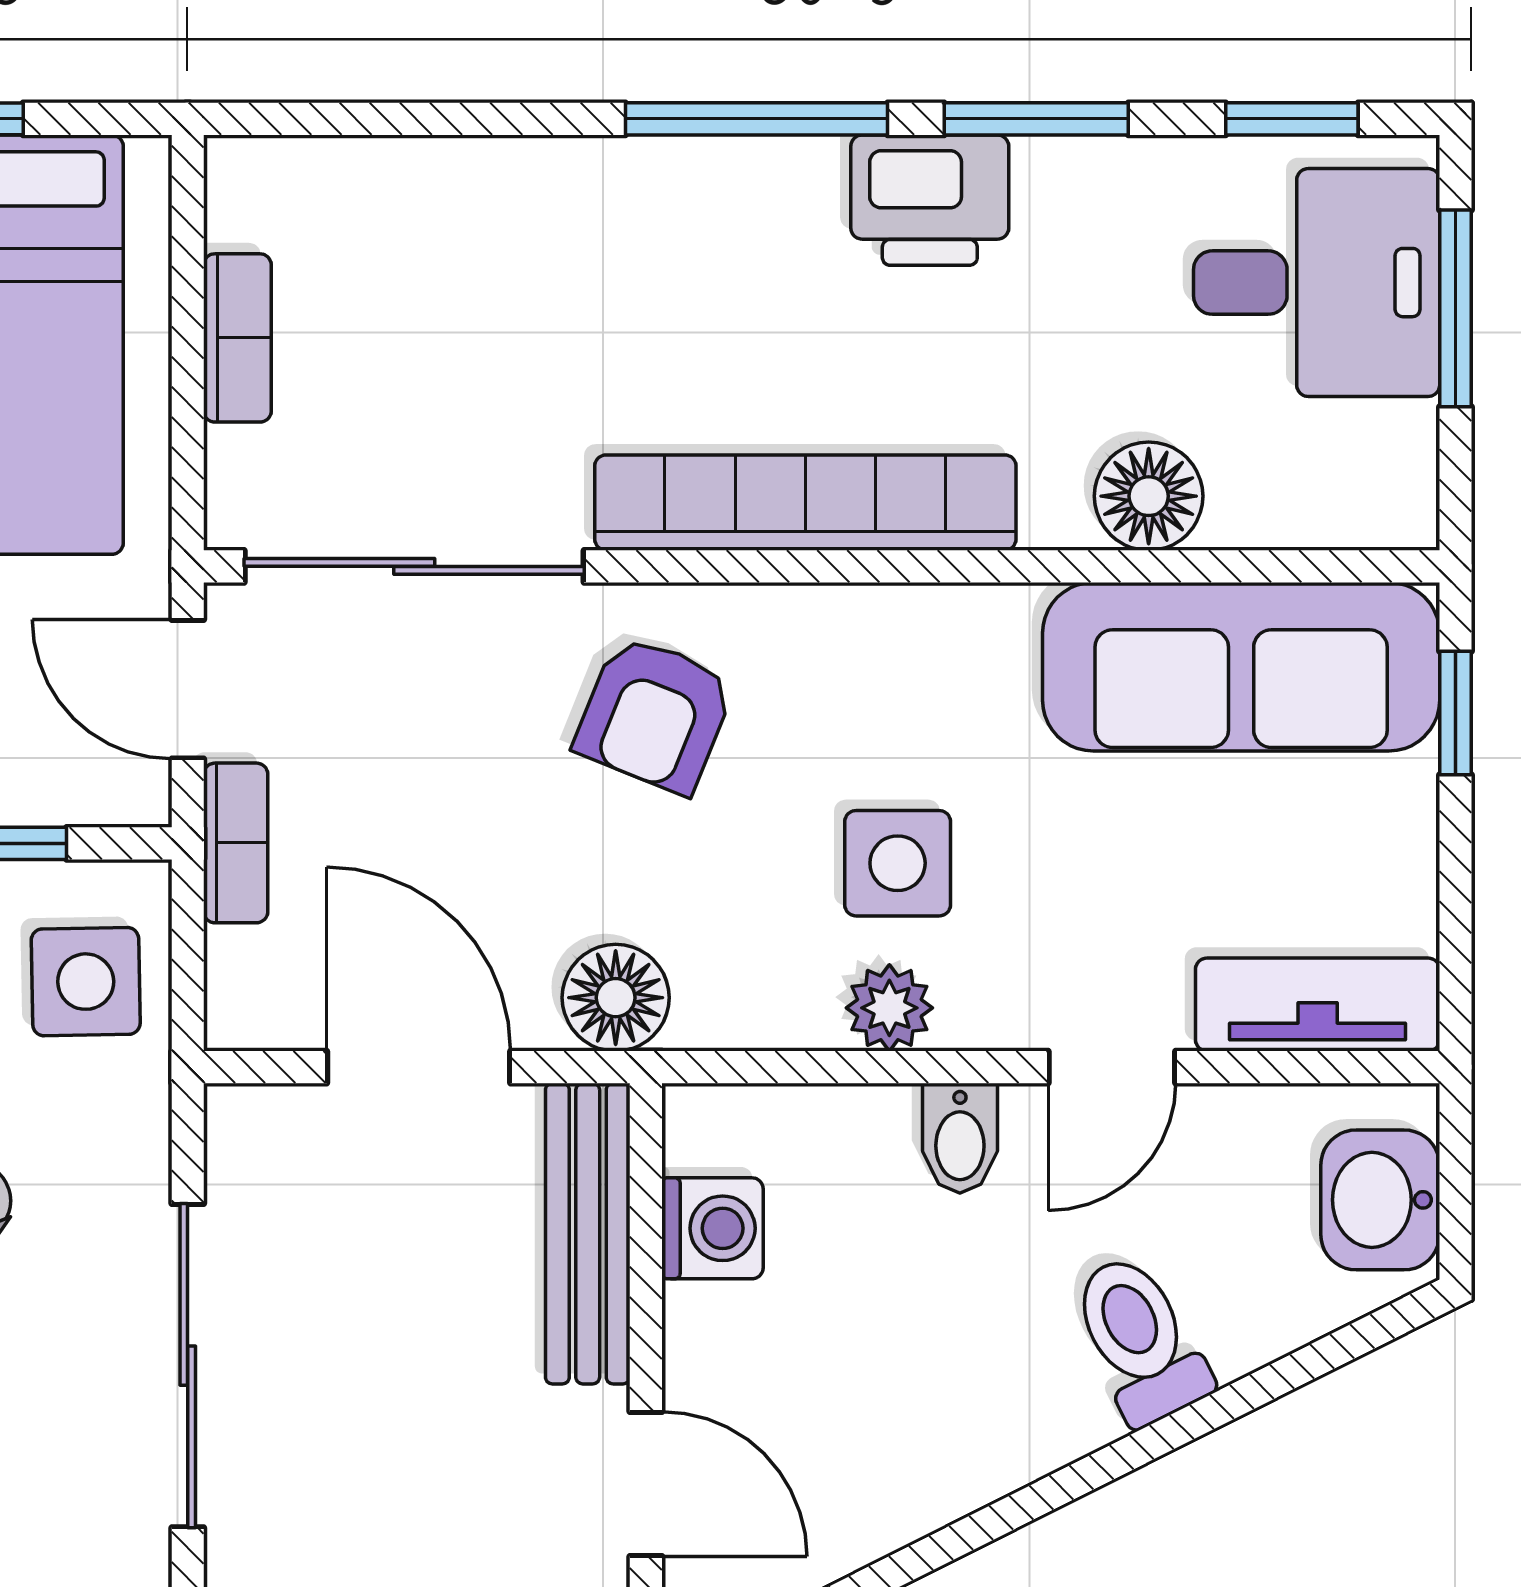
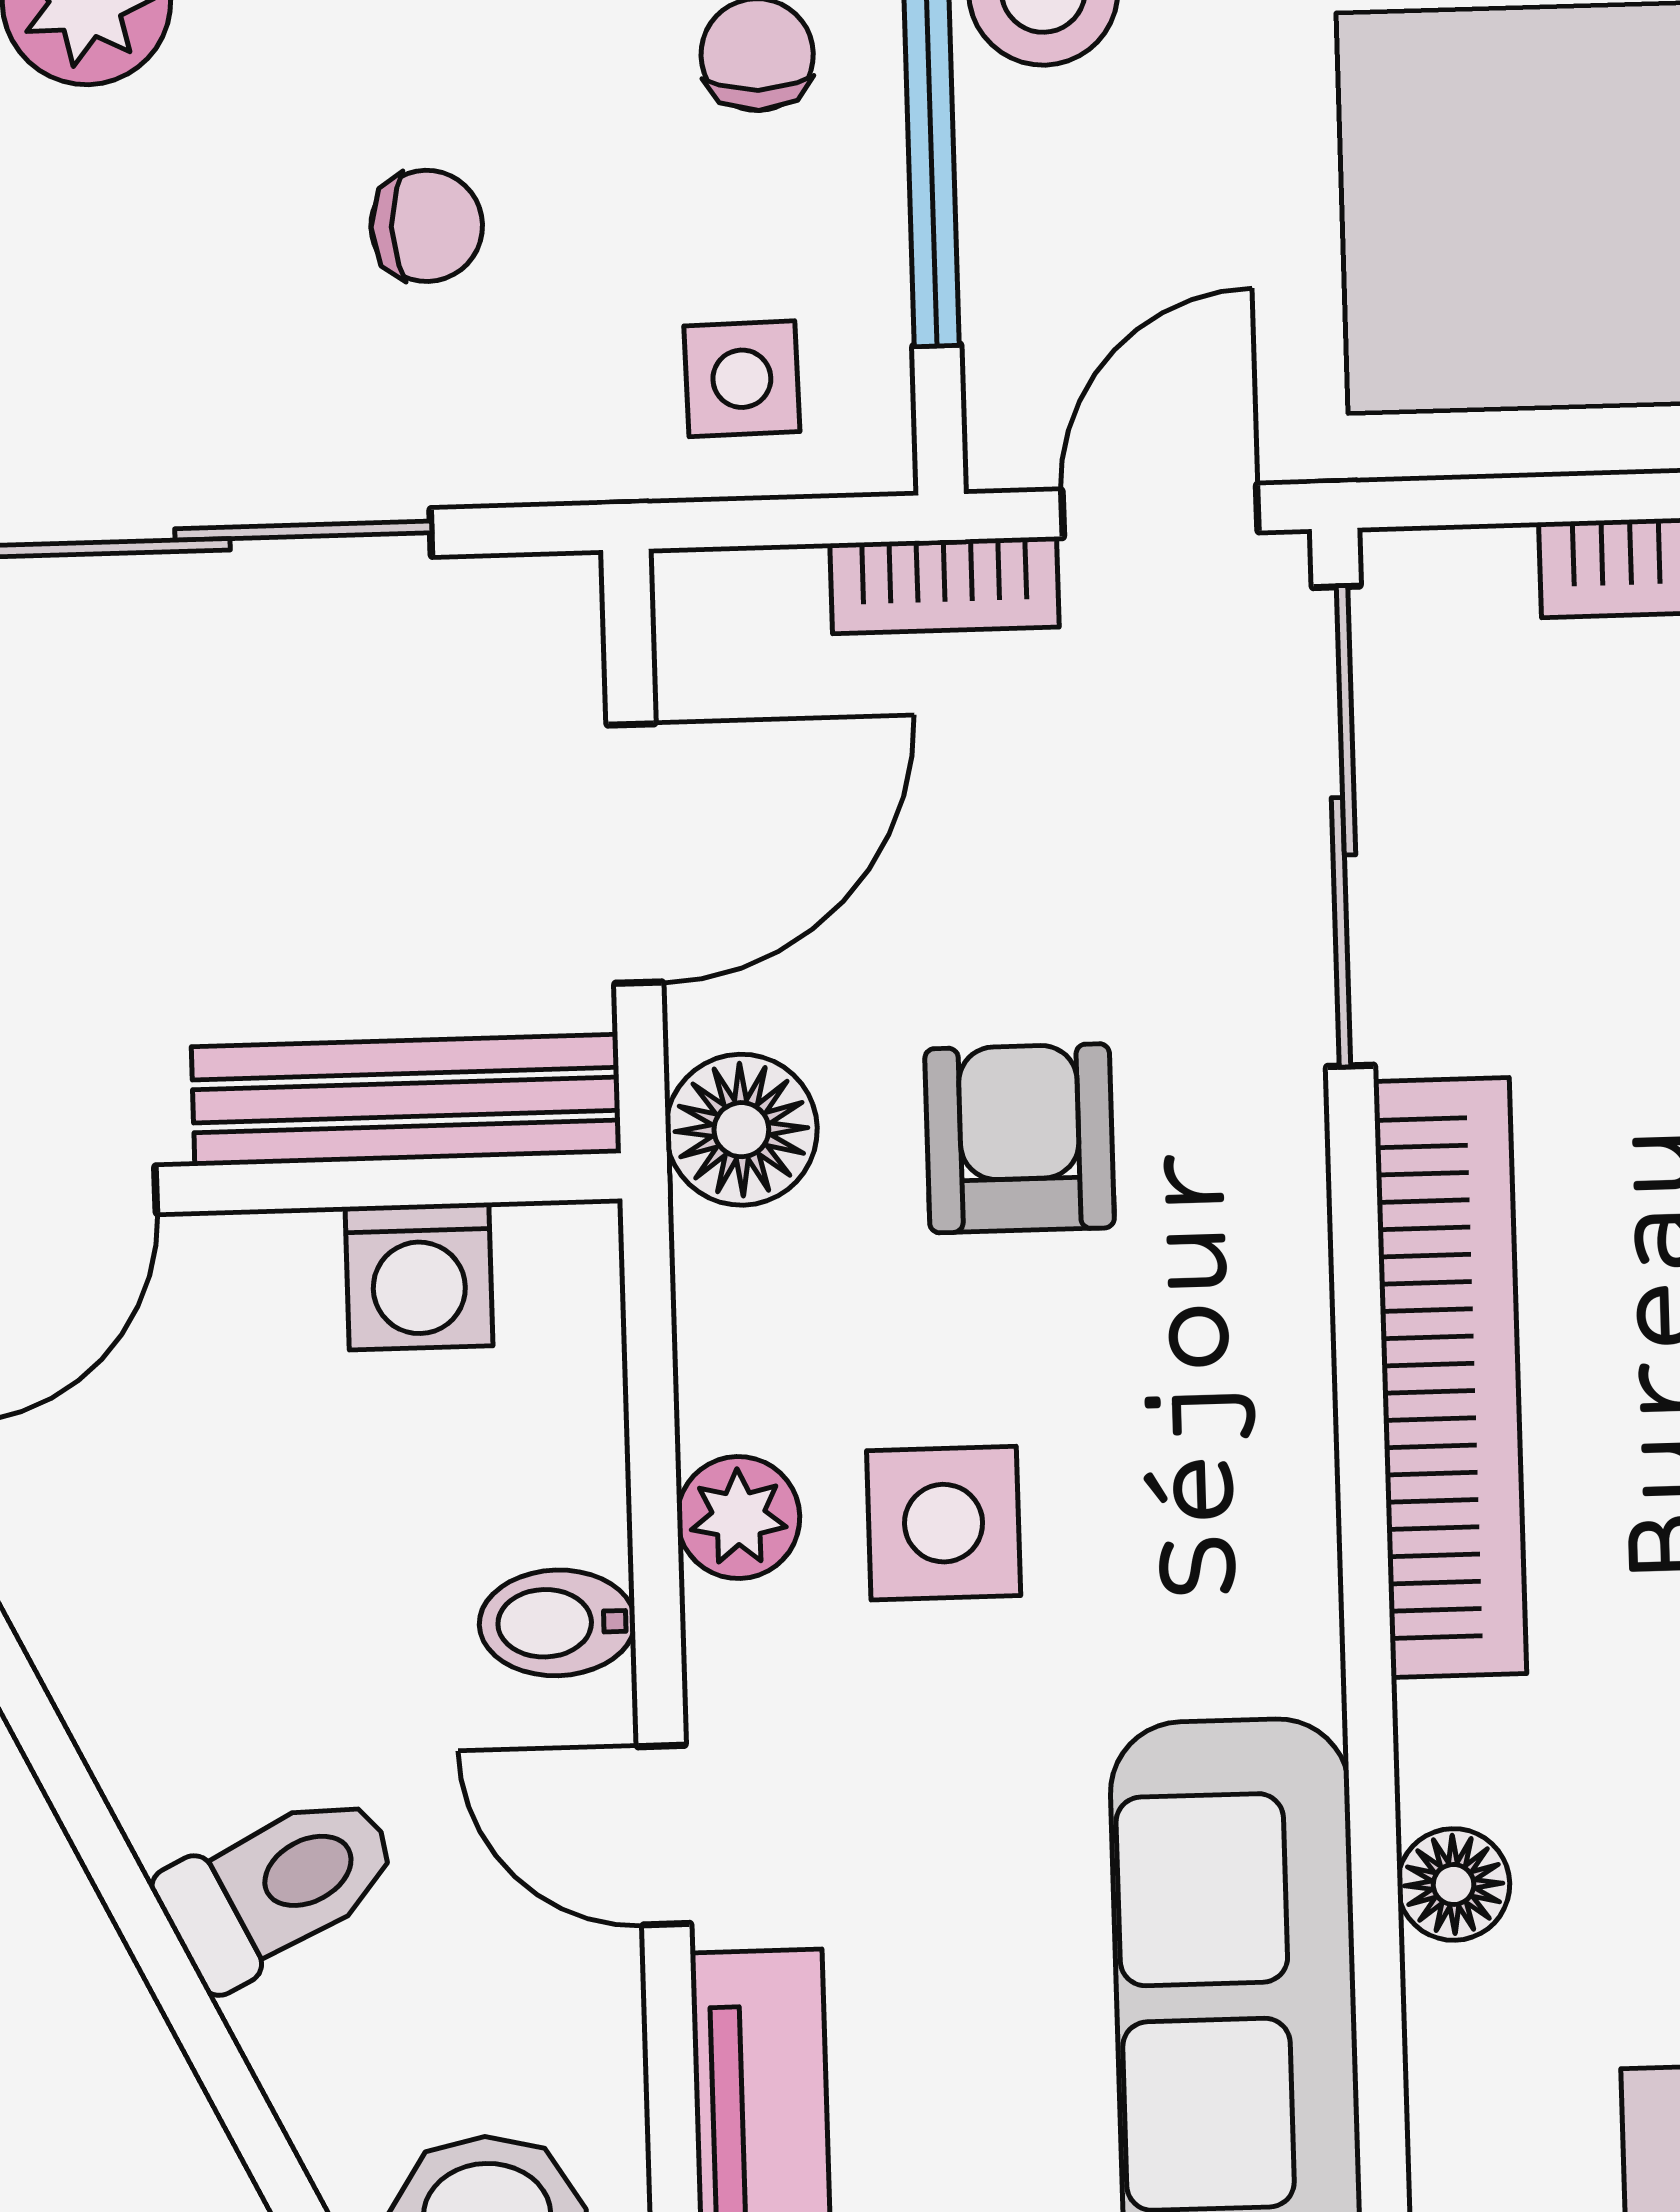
floor lamp: (1149, 496) -> (1454, 1884), width x0.73, depth x0.73
armchair: (655, 714) -> (1020, 1138), moved, turned 68
side table: (86, 982) -> (742, 379), width x0.73, depth x0.73

